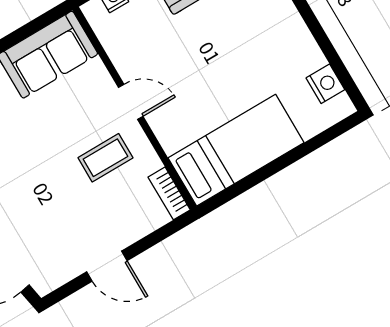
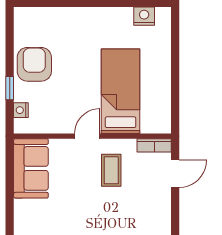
bed: (236, 150) -> (121, 91), moved
door: (107, 266) -> (175, 174), moved

